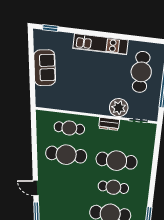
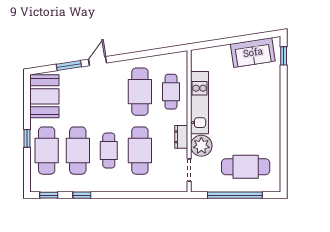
kitchen unit: (100, 44) -> (200, 103), moved, turned 180
sofa: (45, 68) -> (253, 52), moved

